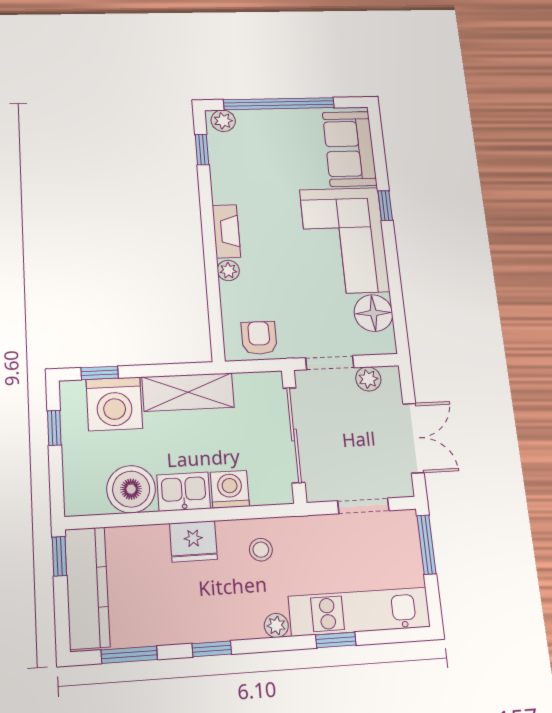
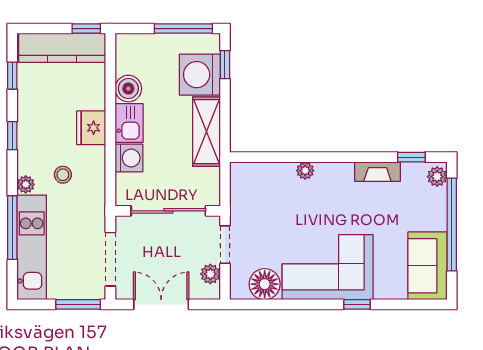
sofa: (350, 149) -> (427, 266), moved, turned -90
fireplace: (226, 231) -> (377, 172), moved
armchair: (259, 338) -> (248, 191), removed
window: (54, 428) -> (183, 29), width x2.17
double door: (414, 438) -> (161, 304), swing flipped
boiler: (131, 489) -> (128, 89), width x0.73, depth x0.73
doorway: (363, 506) -> (110, 259), width x1.38
stool: (261, 550) -> (63, 175), moved
window: (336, 640) -> (12, 228), width x2.17
window: (129, 655) -> (12, 76), width x0.67

